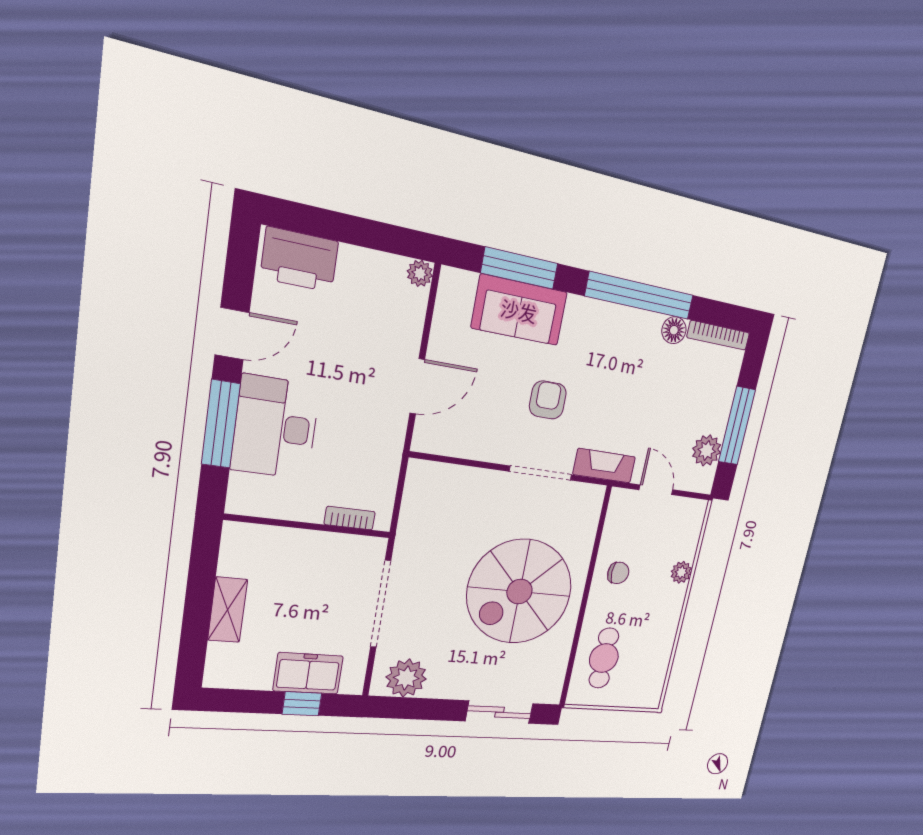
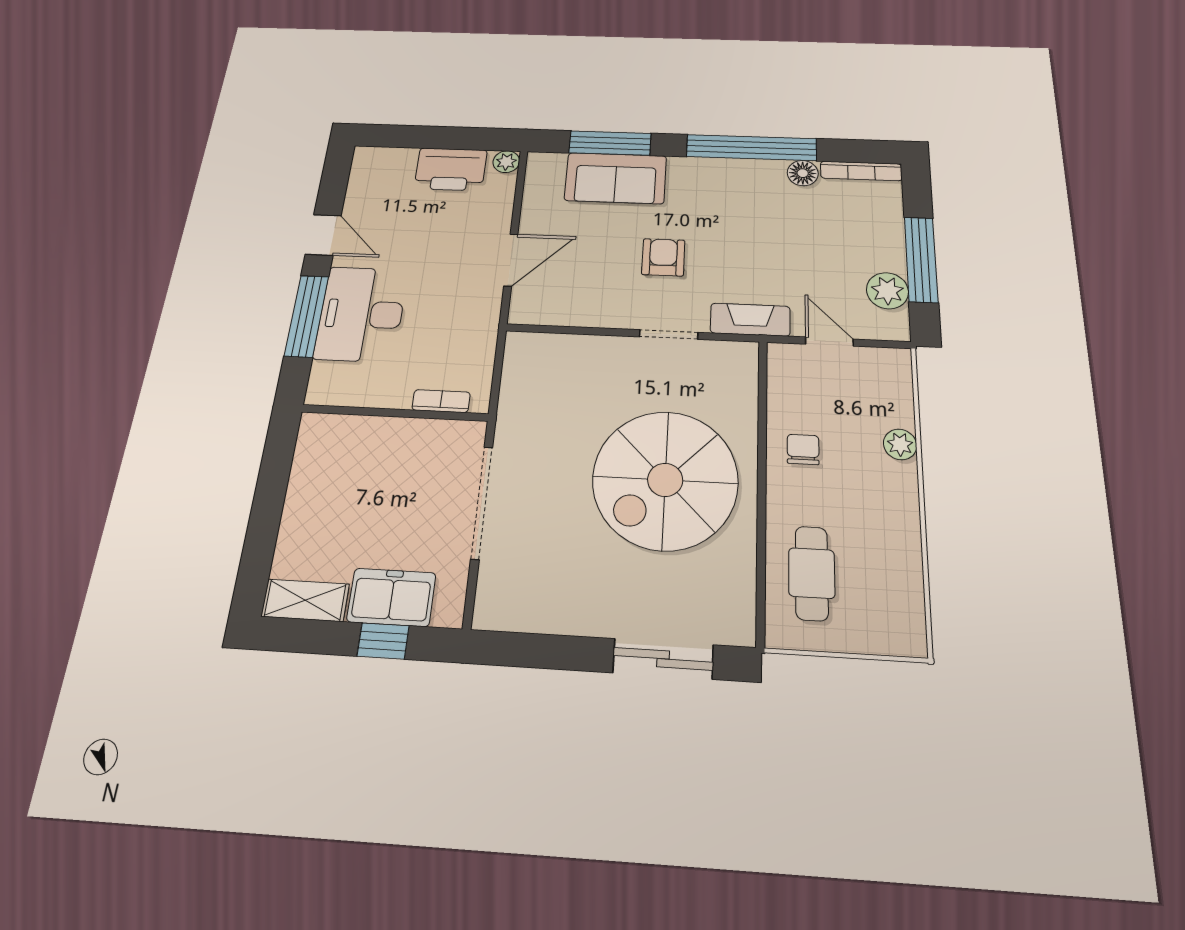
printer: (299, 260) -> (451, 169), moved
door: (232, 334) -> (323, 235), hinge flipped
doorway: (541, 473) -> (669, 335), width x0.73
chair: (618, 573) -> (803, 449), turned -90
shelving: (228, 610) -> (305, 600), moved, turned 90
plant: (406, 678) -> (521, 604), removed

